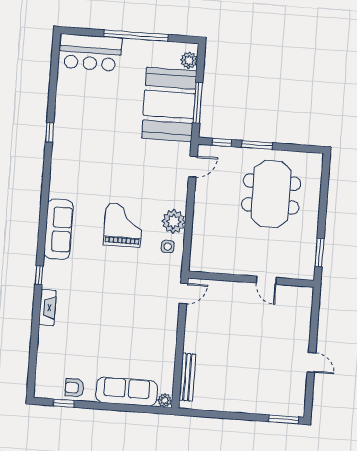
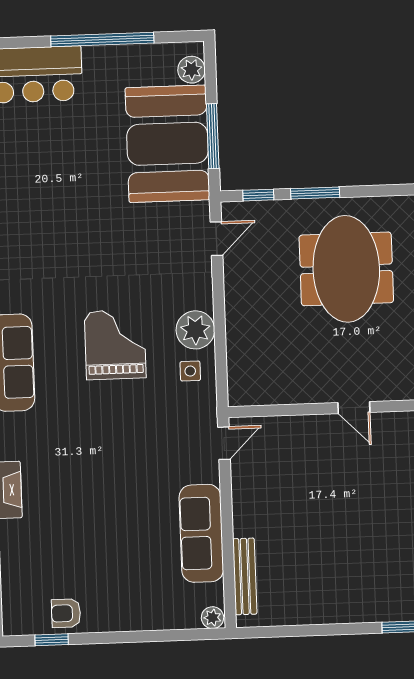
sofa: (127, 392) -> (201, 533), moved, turned -90

